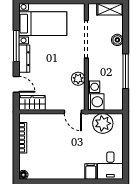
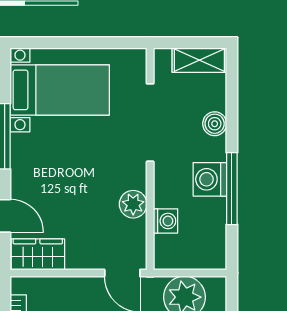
dresser: (24, 59) -> (21, 163), removed
washing machine: (96, 102) -> (210, 179), moved, turned 180

